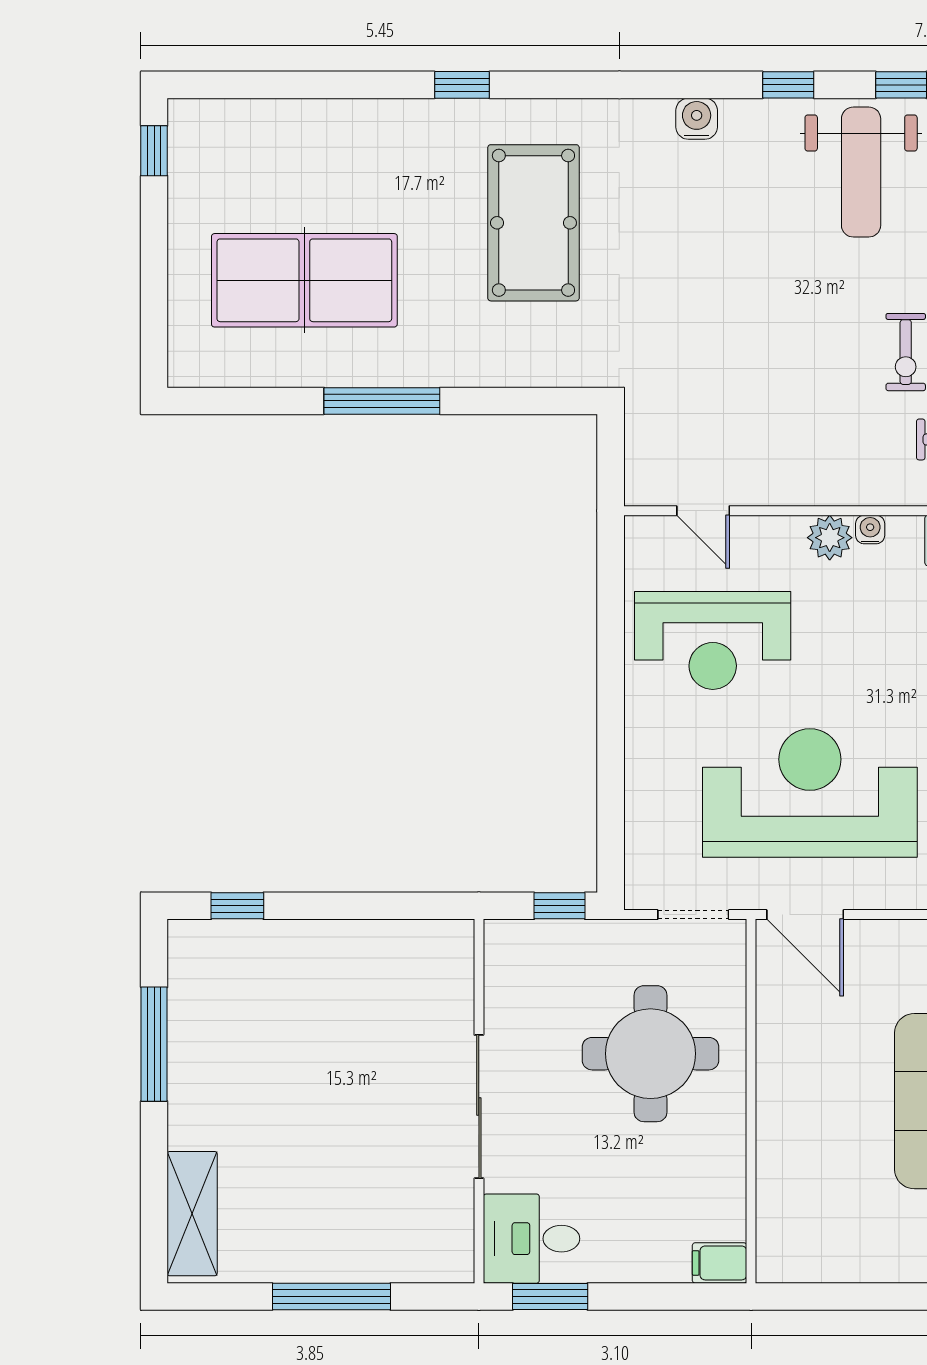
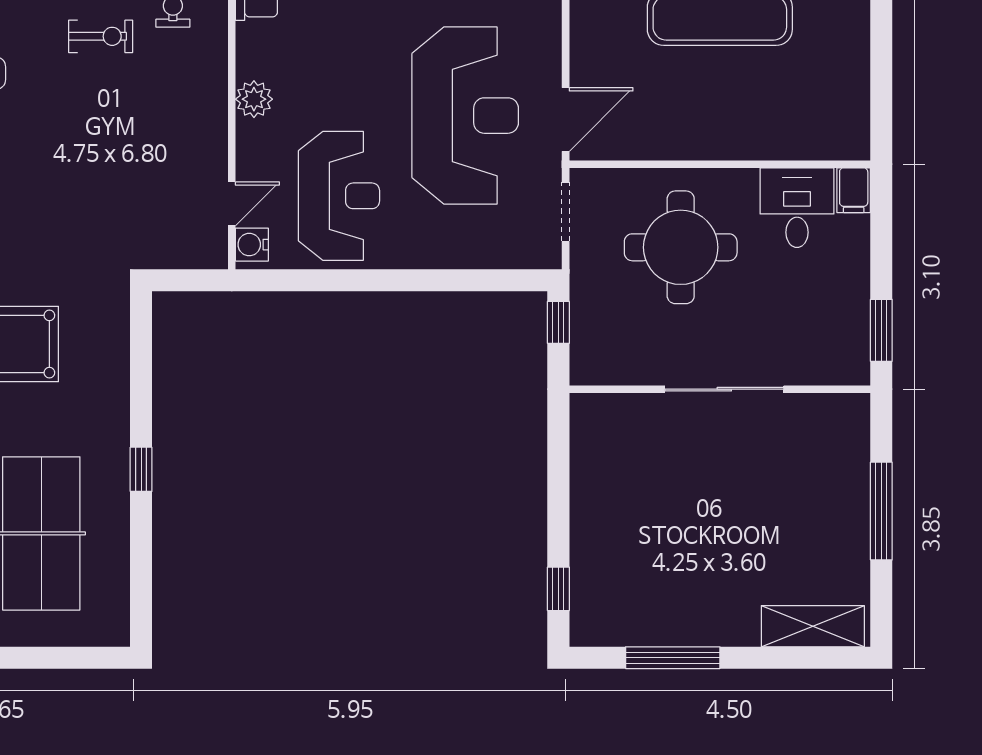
window: (382, 401) -> (141, 469), width x0.46
water cooler: (870, 530) -> (252, 245), moved, width x1.38, depth x1.38
reception desk: (810, 793) -> (465, 116), turned 180
desk: (532, 1239) -> (797, 208), moved, turned 180

